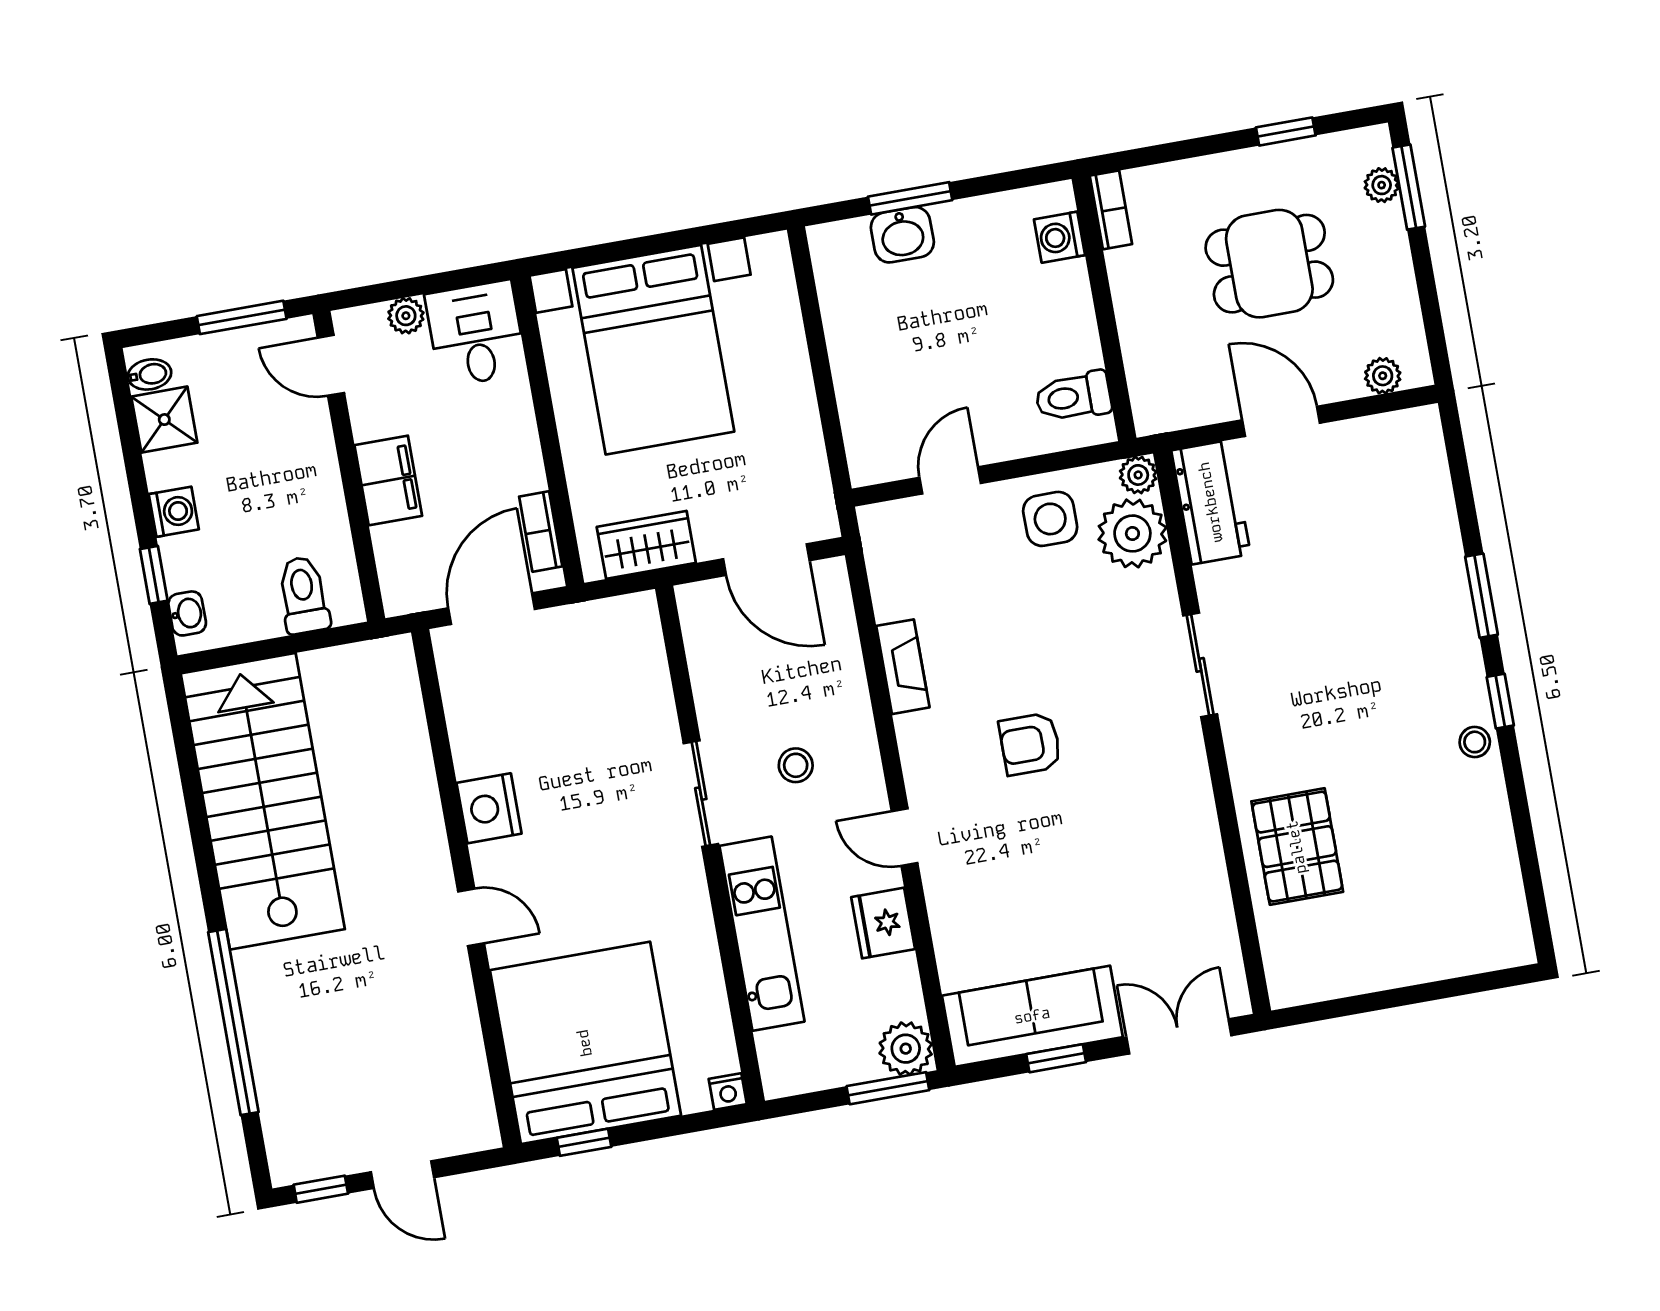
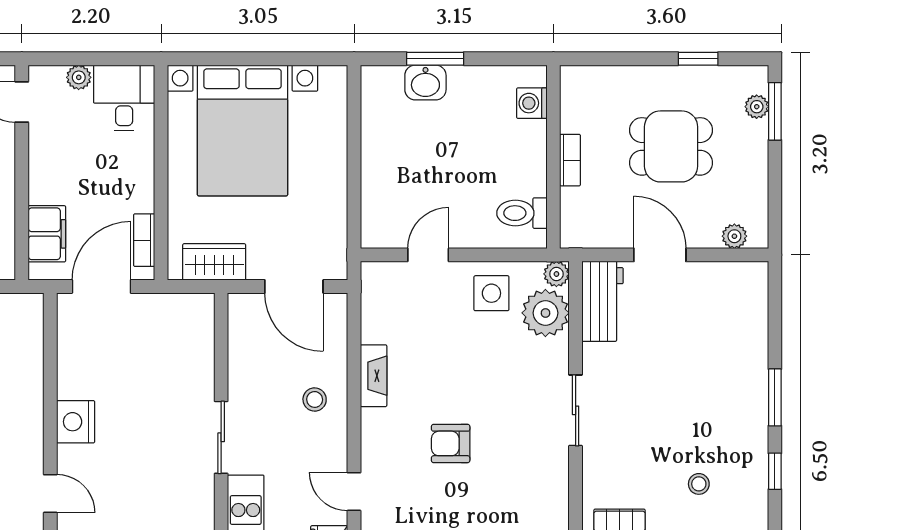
bookcase: (1111, 210) -> (570, 160), moved
filing cabinet: (388, 480) -> (47, 234), moved
stool: (1475, 742) -> (699, 484), moved
stool: (796, 765) -> (315, 399), moved

